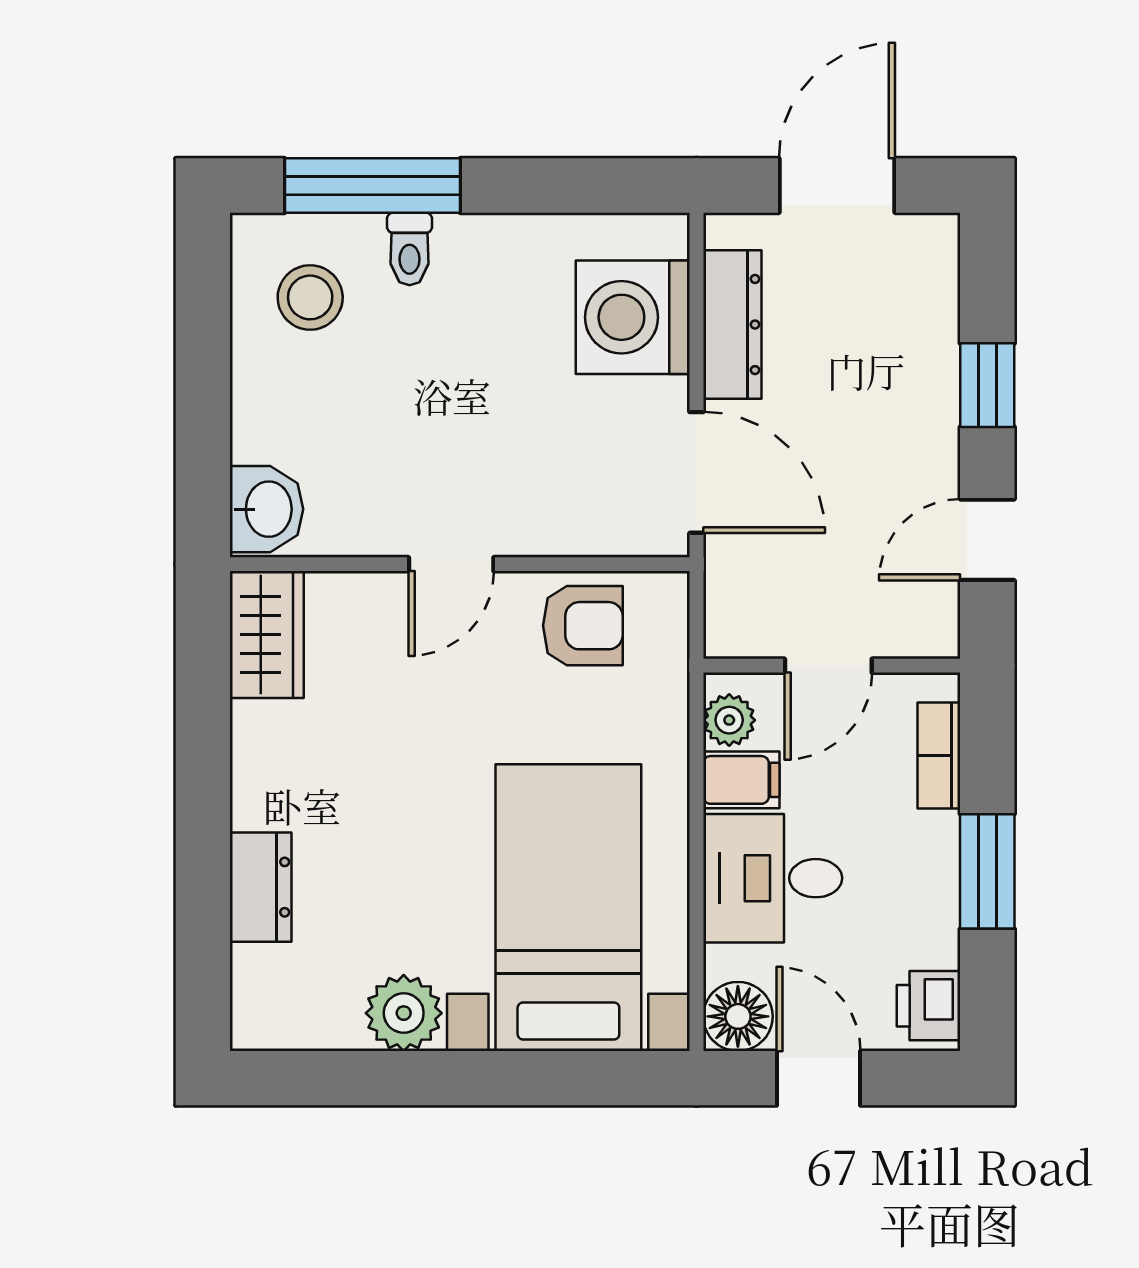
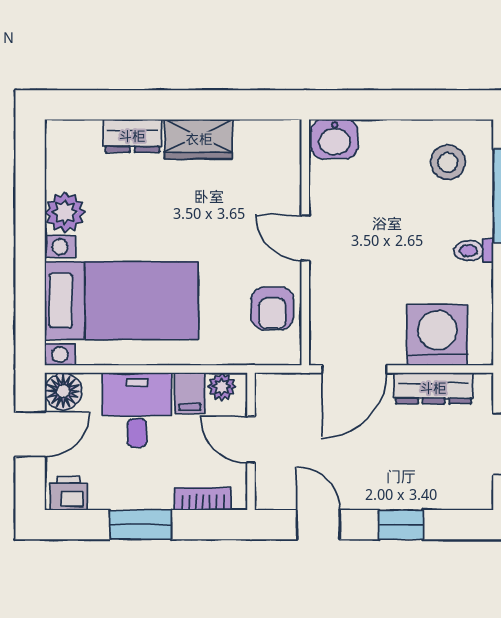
toilet: (410, 249) -> (474, 251), moved
wardrobe: (267, 635) -> (199, 139), moved

